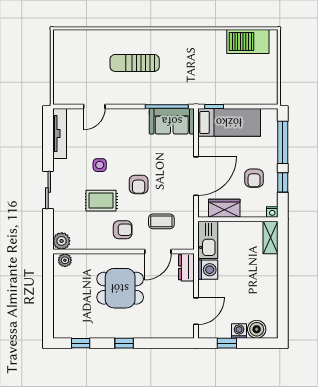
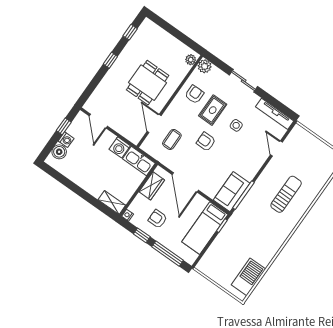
armchair: (123, 230) -> (194, 94), moved, turned 180
dresser: (186, 267) -> (131, 135), removed

